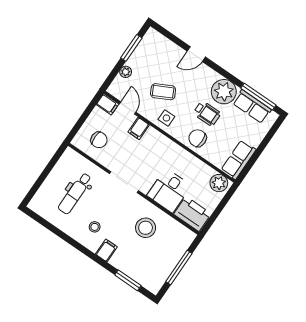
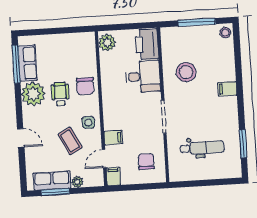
row of seats: (238, 160) -> (52, 180), moved, turned 180
stool: (95, 227) -> (225, 33), moved
window: (128, 280) -> (243, 144), moved

